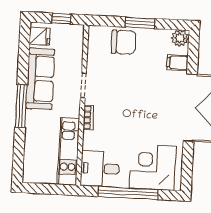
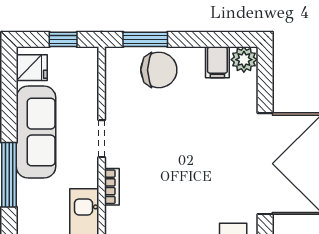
window: (140, 23) -> (145, 39), moved
filing cabinet: (177, 63) -> (217, 62), moved, turned -90

